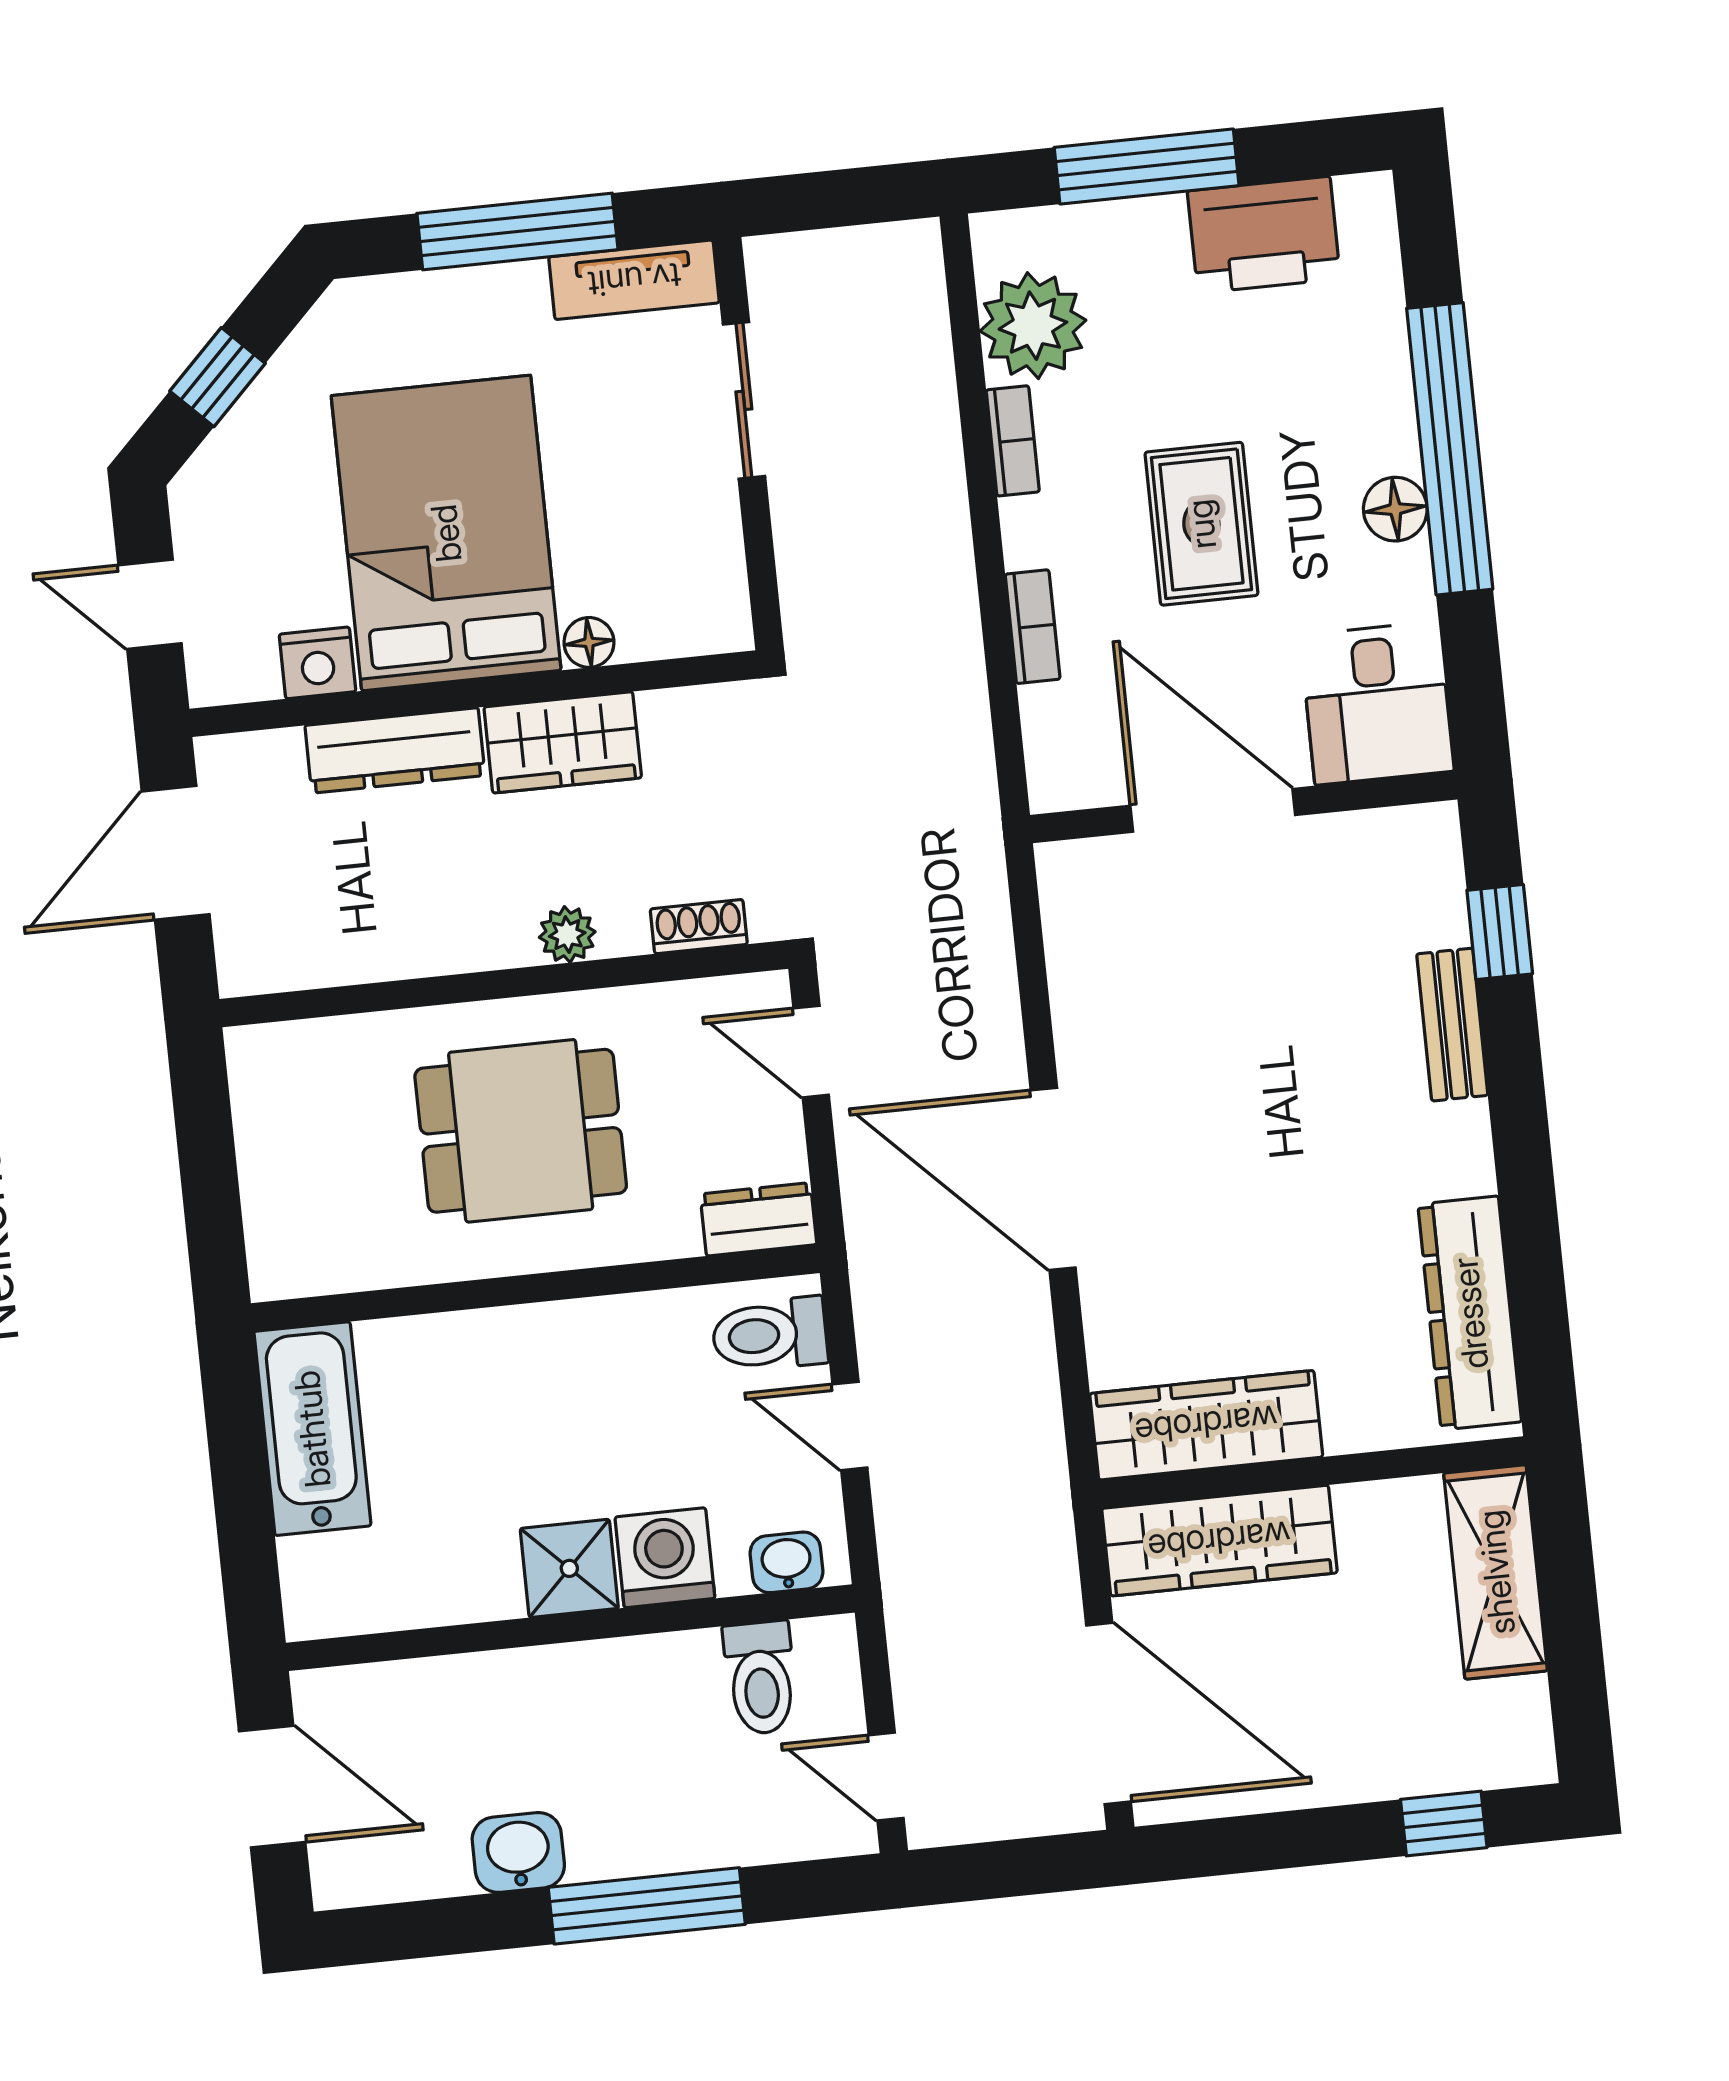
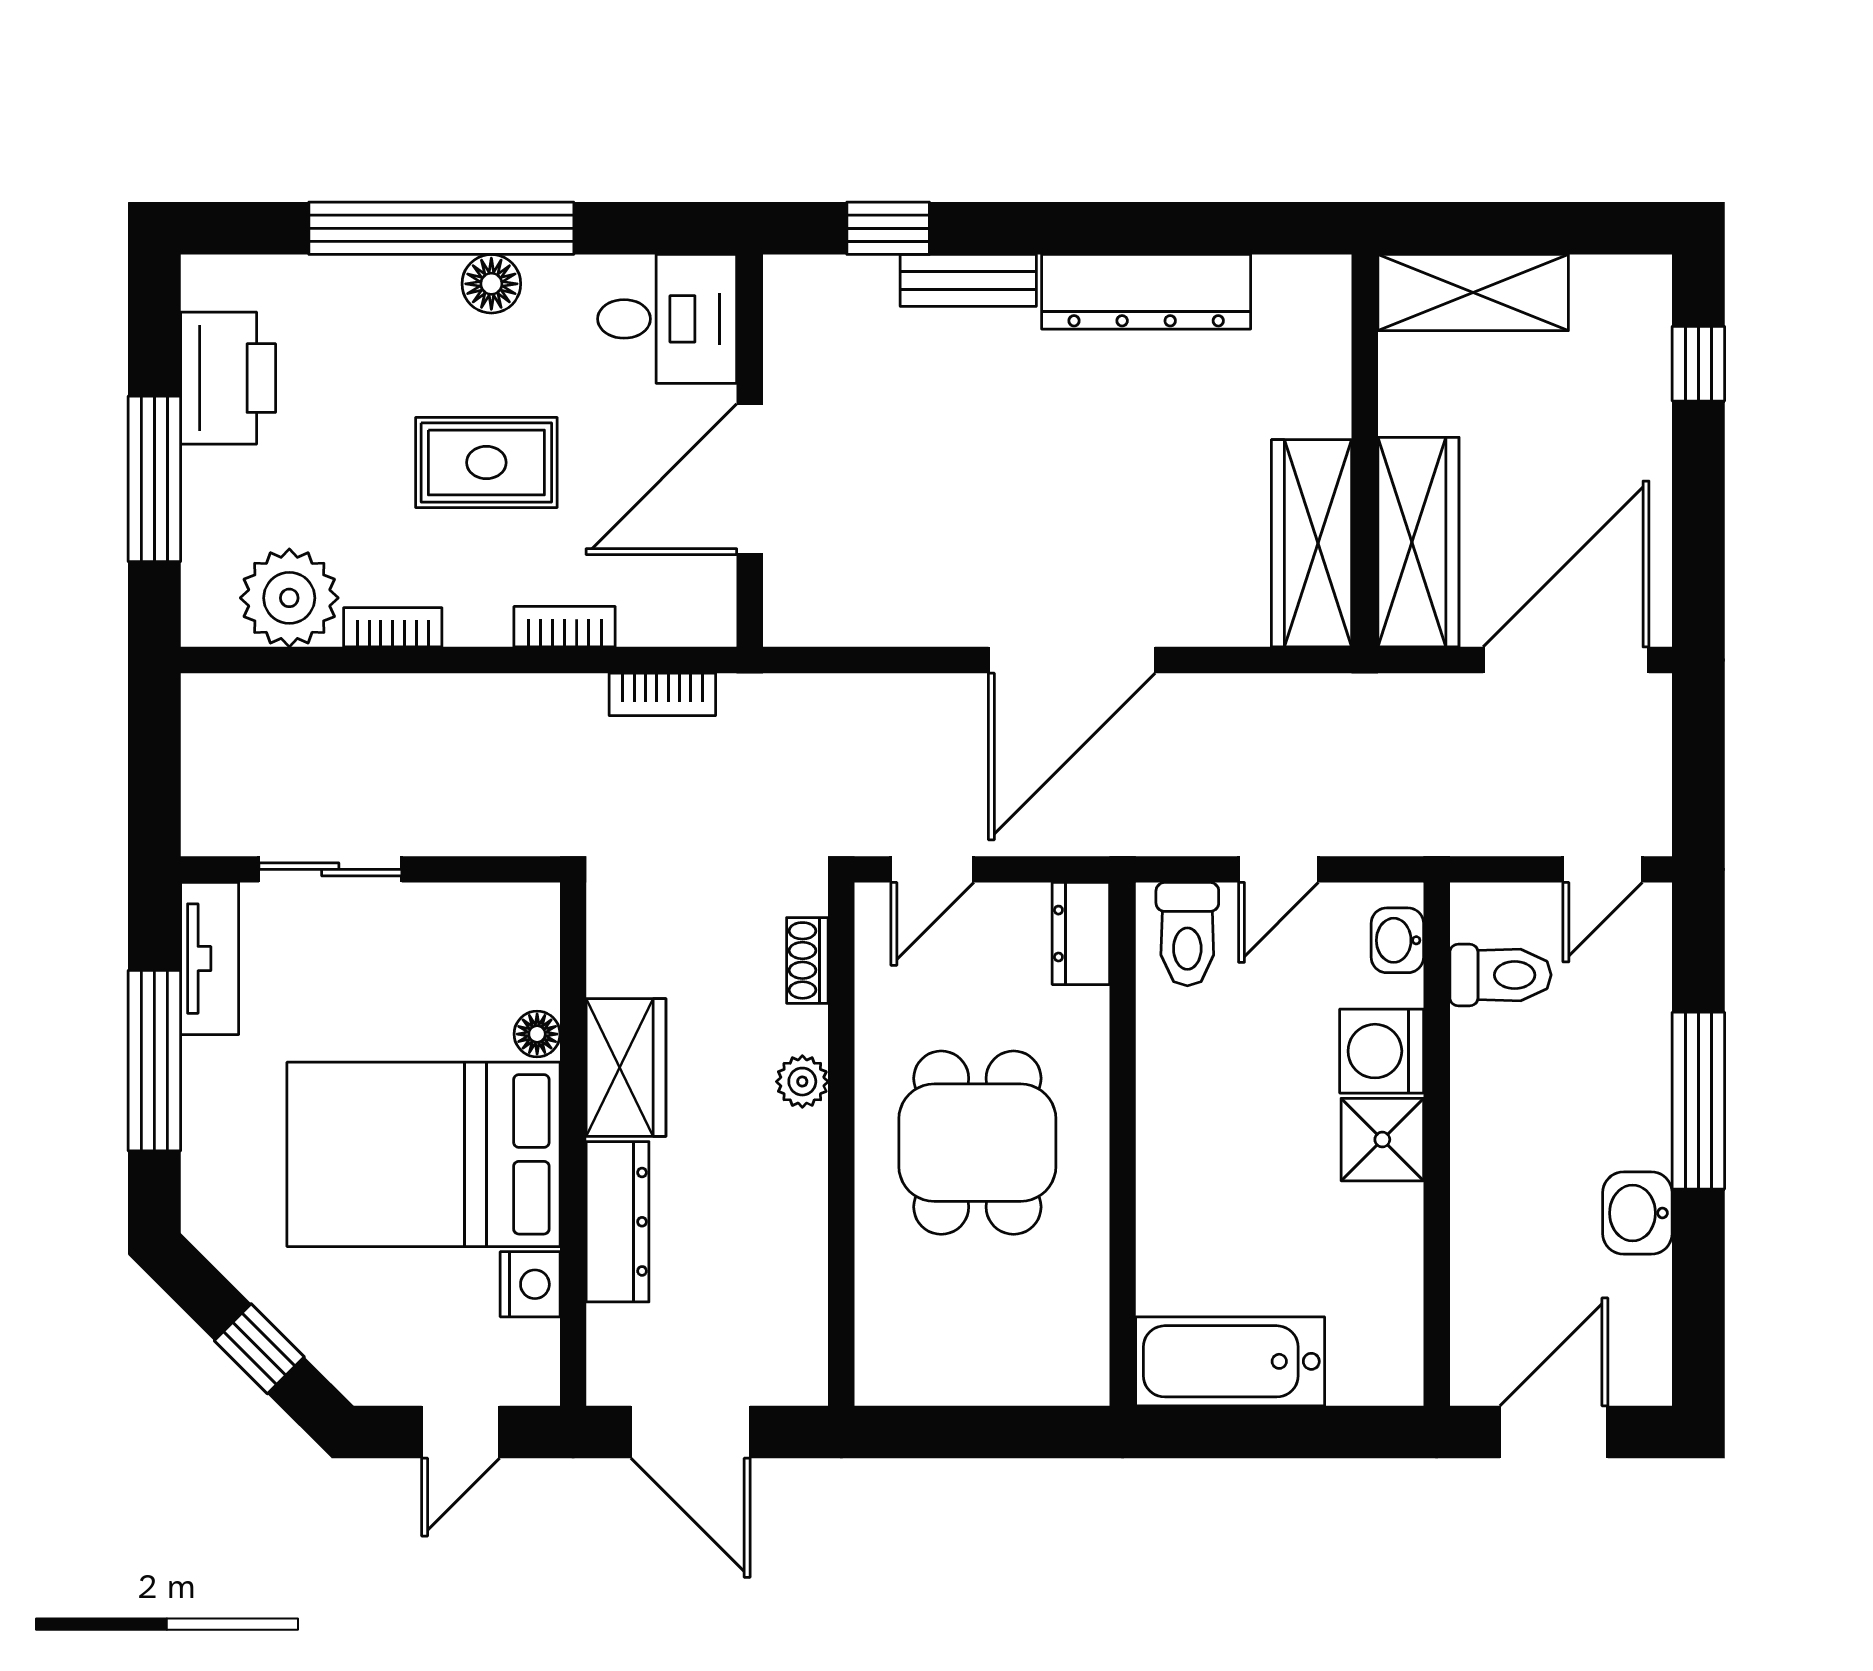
bookcase: (970, 740) -> (662, 694), added
dresser: (1470, 1313) -> (1146, 292), moved

